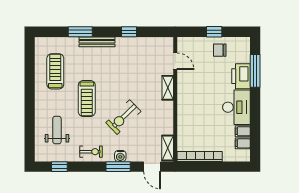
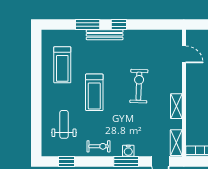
window: (129, 32) -> (119, 25), moved
treadmill: (55, 71) -> (62, 65), turned 180
shelving: (168, 88) -> (176, 106), moved
exercise bike: (123, 117) -> (139, 86), moved, turned 136

